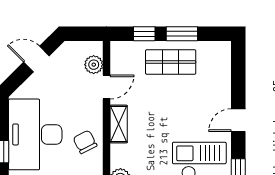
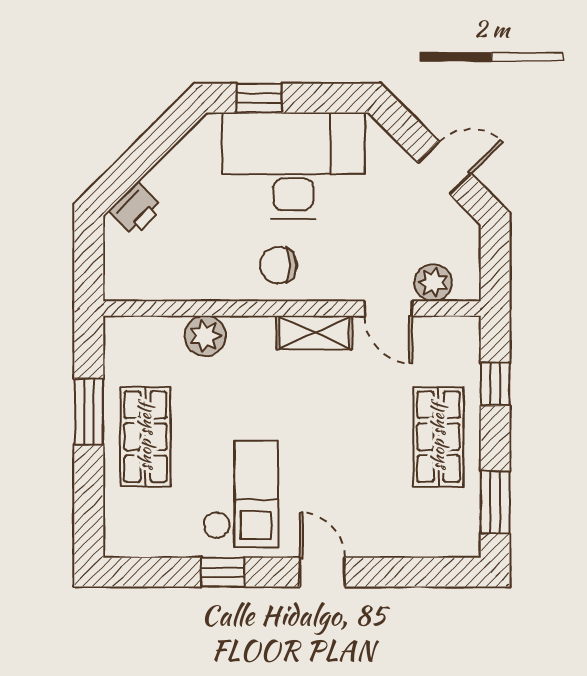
window: (182, 34) -> (495, 502), moved
door: (36, 59) -> (444, 168), hinge flipped
chair: (85, 142) -> (278, 265), turned -153

